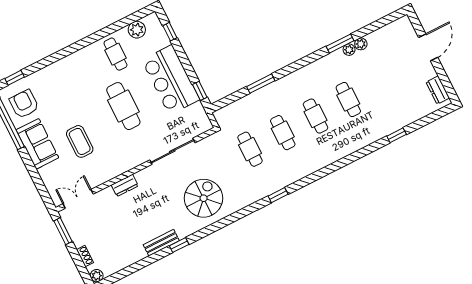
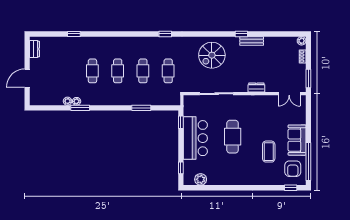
cafe table: (115, 54) -> (221, 171), removed
coffee table: (80, 141) -> (269, 152), moved

